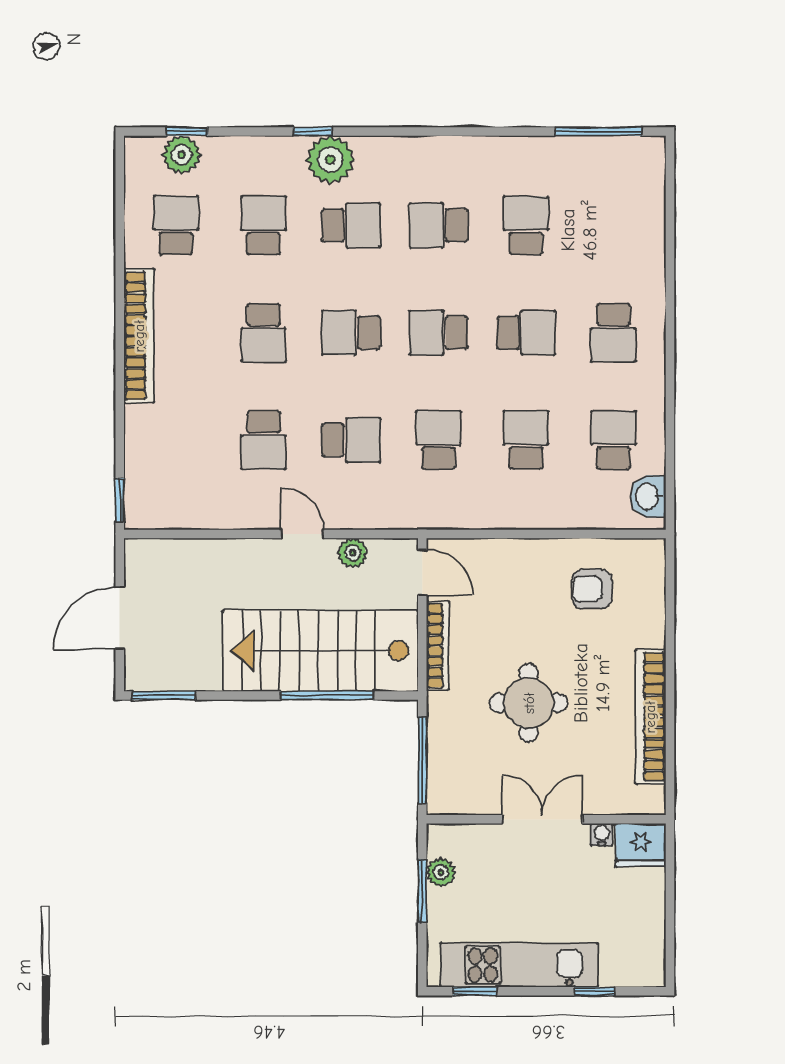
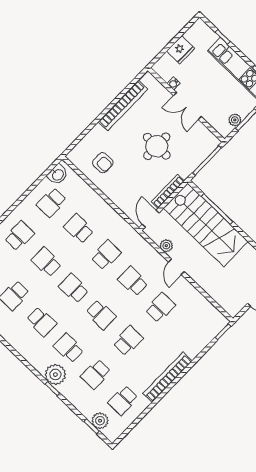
school desk: (439, 333) -> (74, 288), turned 180
school desk: (439, 440) -> (106, 255), turned 180
school desk: (526, 440) -> (79, 229), turned 90
fridge: (641, 845) -> (181, 50), moved, turned 90

